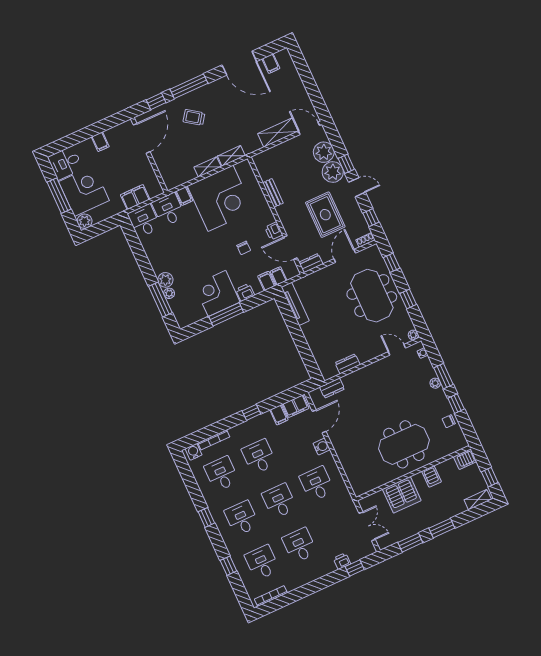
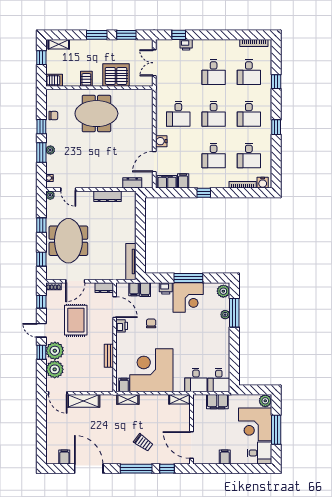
door: (142, 138) -> (191, 445), hinge flipped
shelving: (207, 167) -> (179, 399), moved
filing cabinet: (184, 196) -> (124, 385), moved
plant: (165, 280) -> (223, 291), moved
dresser: (348, 364) -> (107, 196), width x1.44

